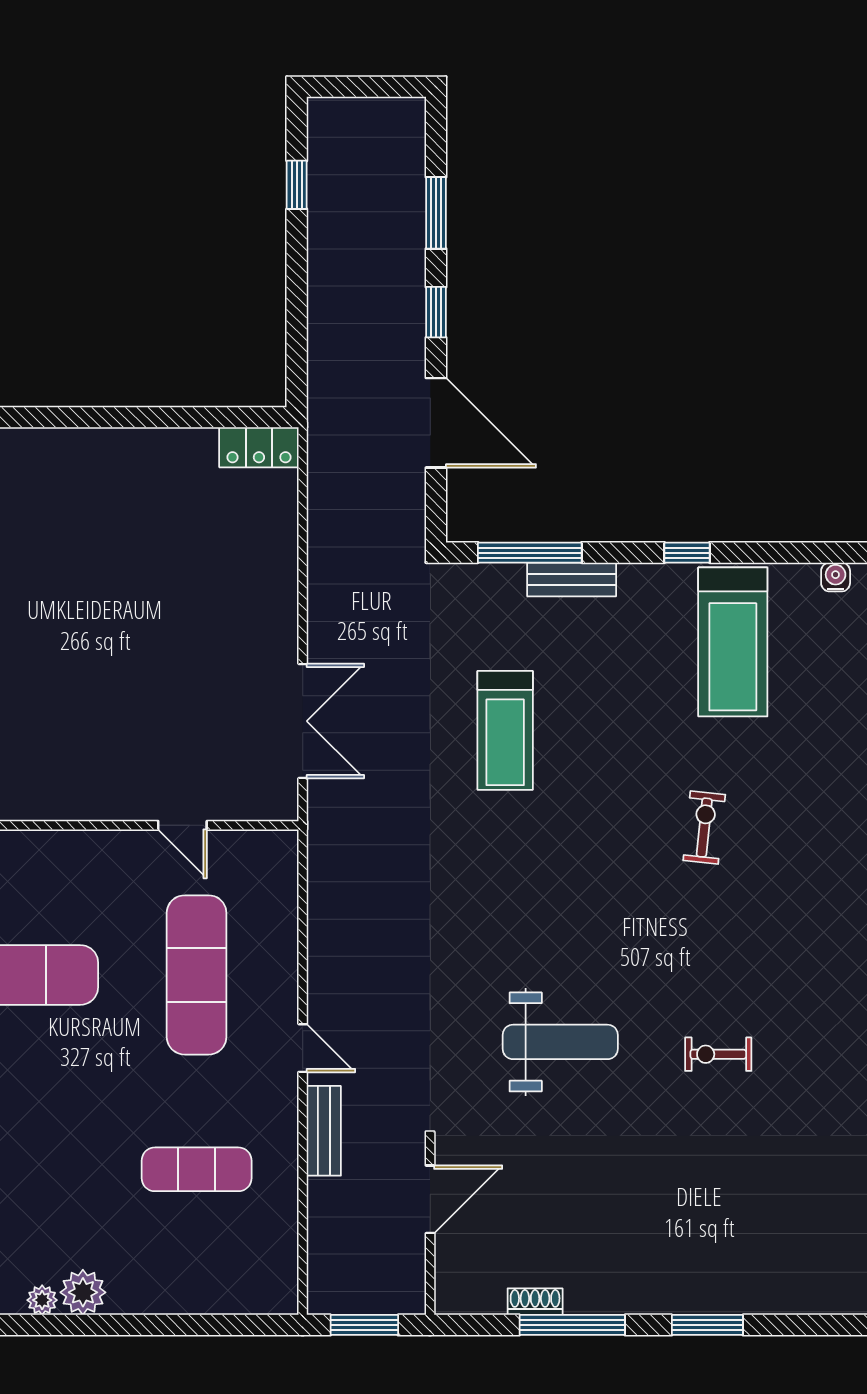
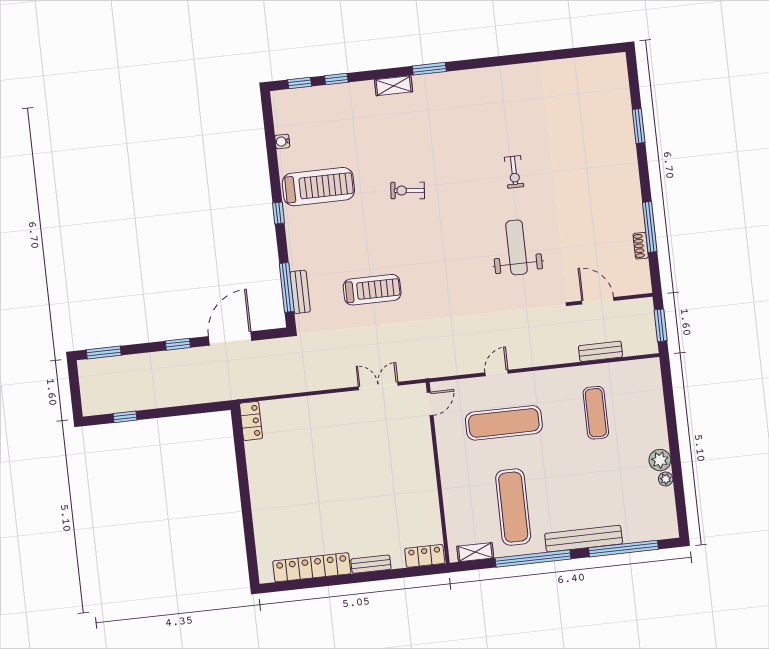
window: (436, 213) -> (104, 352), moved
bench: (572, 579) -> (300, 292), moved
double door: (303, 721) -> (378, 386), width x0.73
door: (182, 825) -> (430, 404), moved
door: (303, 1048) -> (497, 373), moved
bench: (324, 1131) -> (601, 351), moved
window: (707, 1325) -> (639, 126), moved

